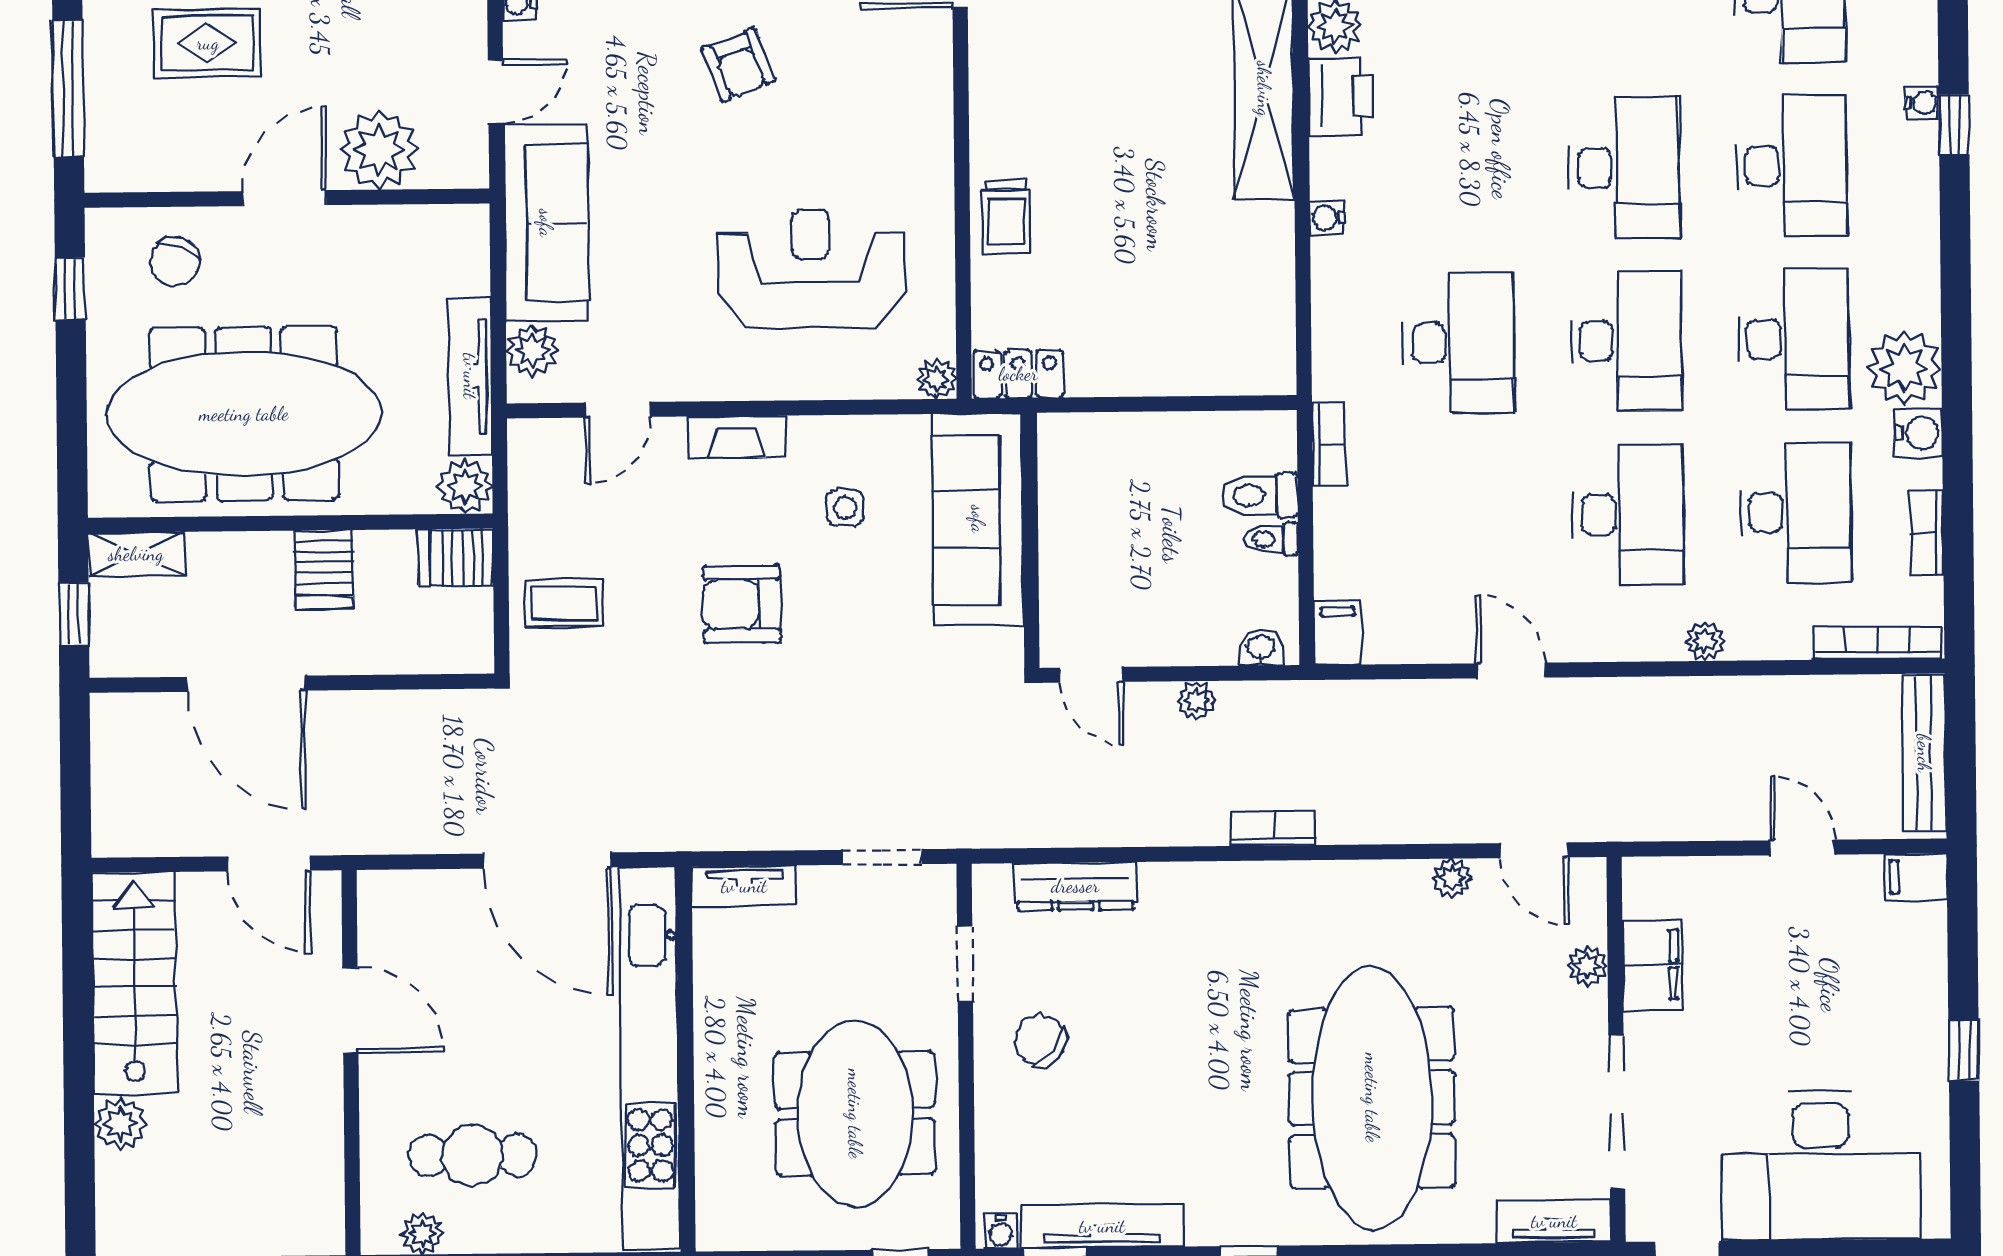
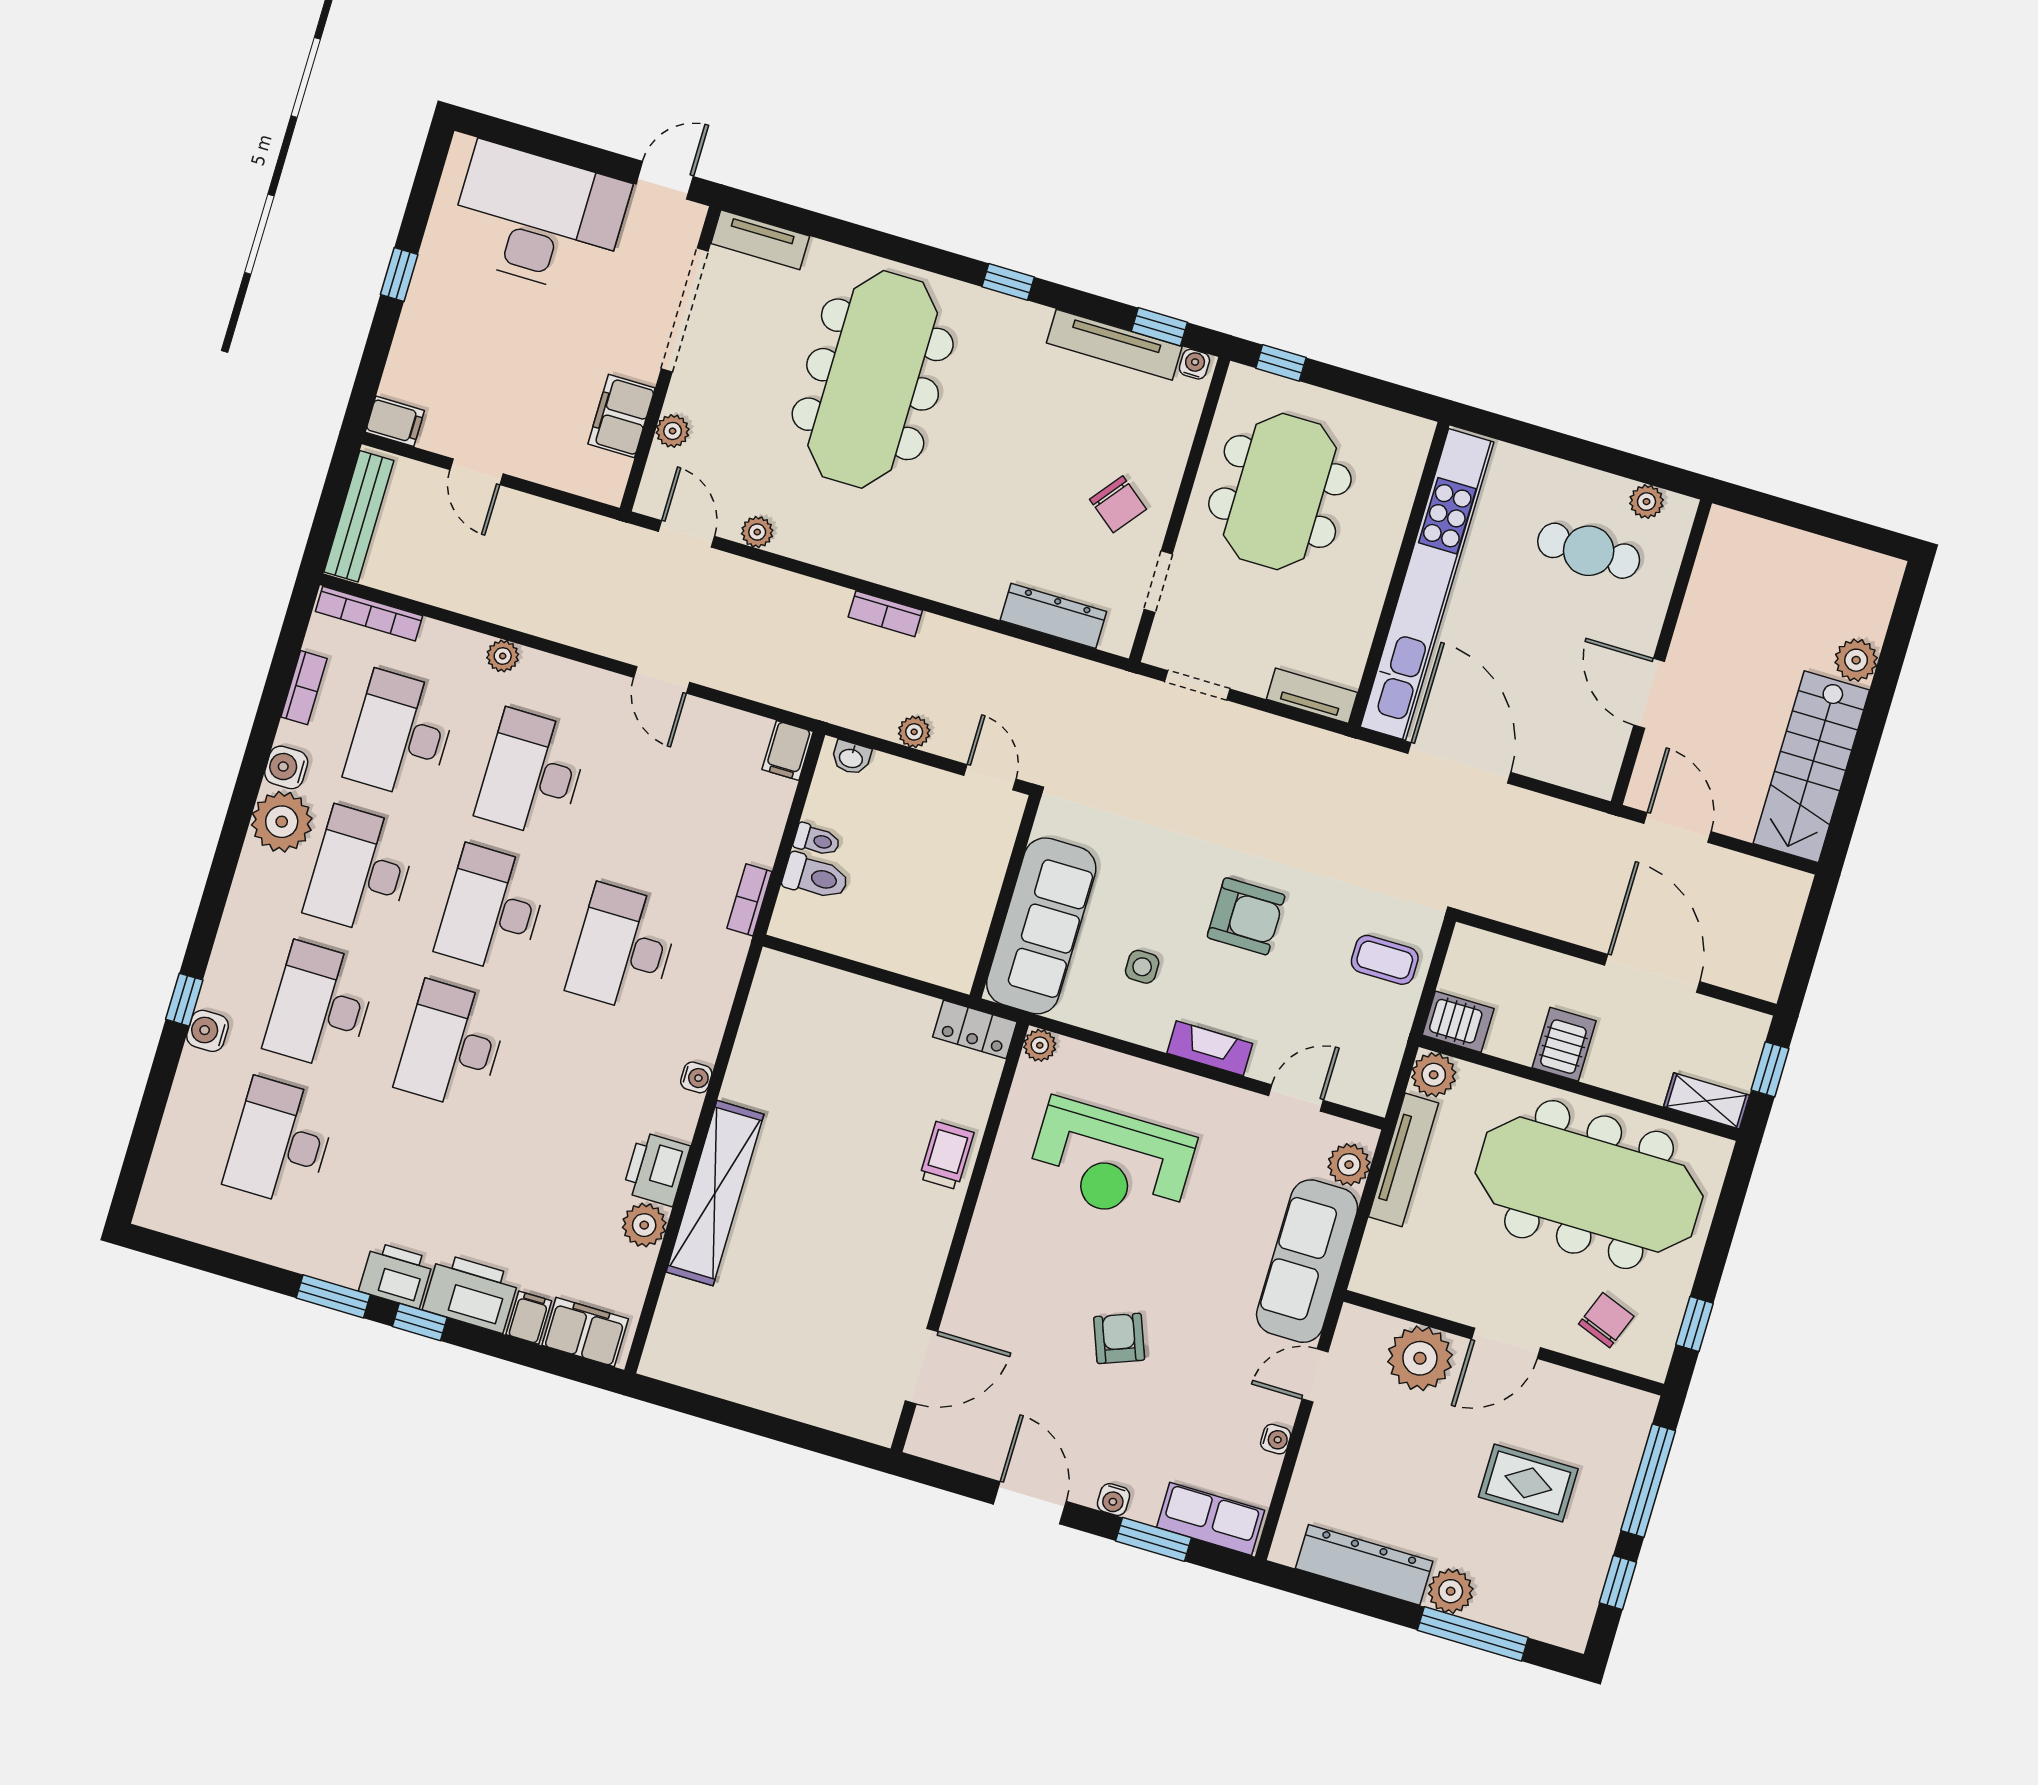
water cooler: (1922, 103) -> (208, 1031), width x1.38, depth x1.38

